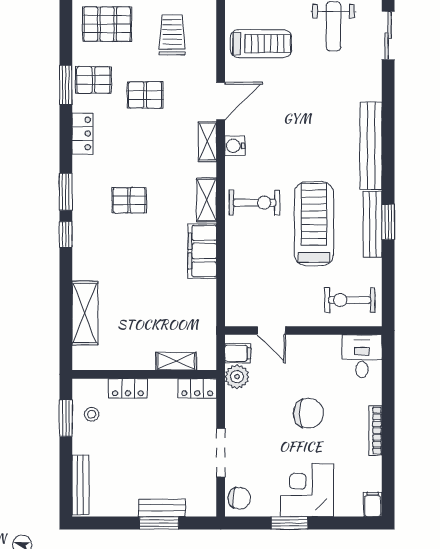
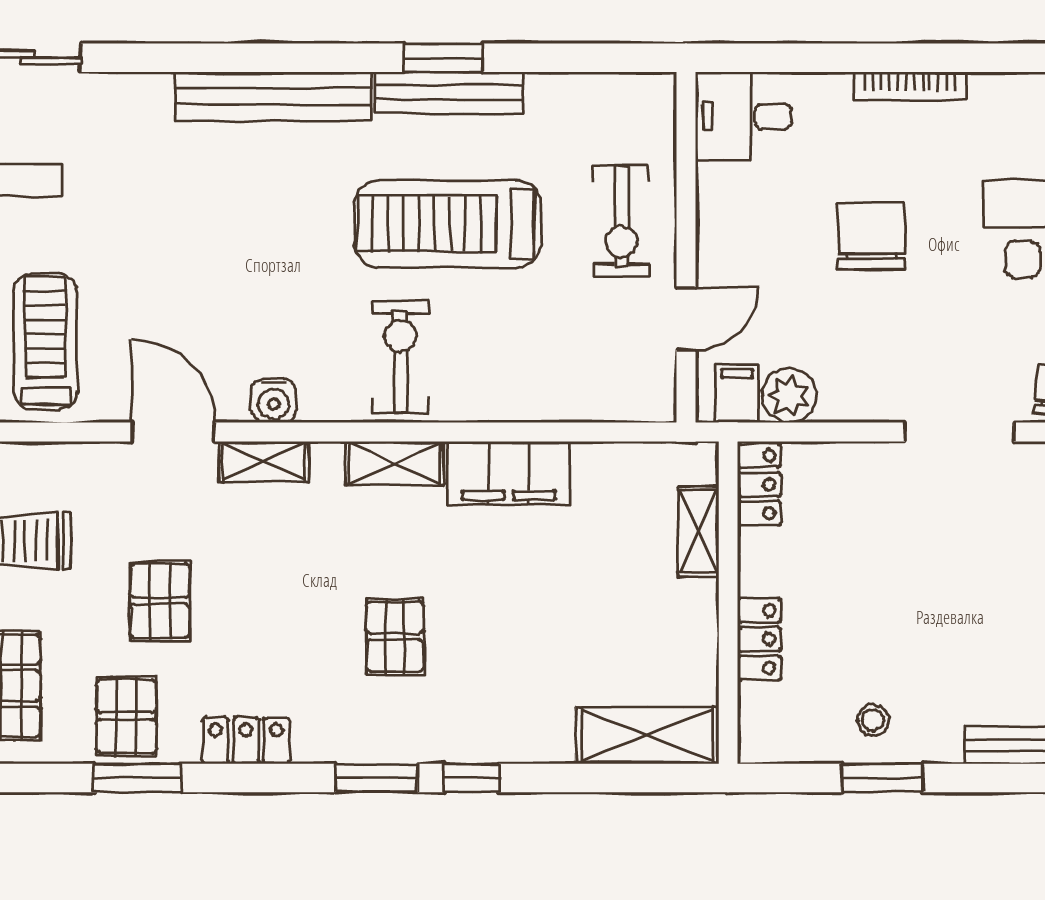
exercise bike: (350, 300) -> (622, 222), moved
shelving: (176, 361) -> (698, 531), moved
wall: (144, 374) -> (728, 603), moved
locker: (128, 388) -> (759, 639), moved
locker: (197, 388) -> (759, 484), moved

